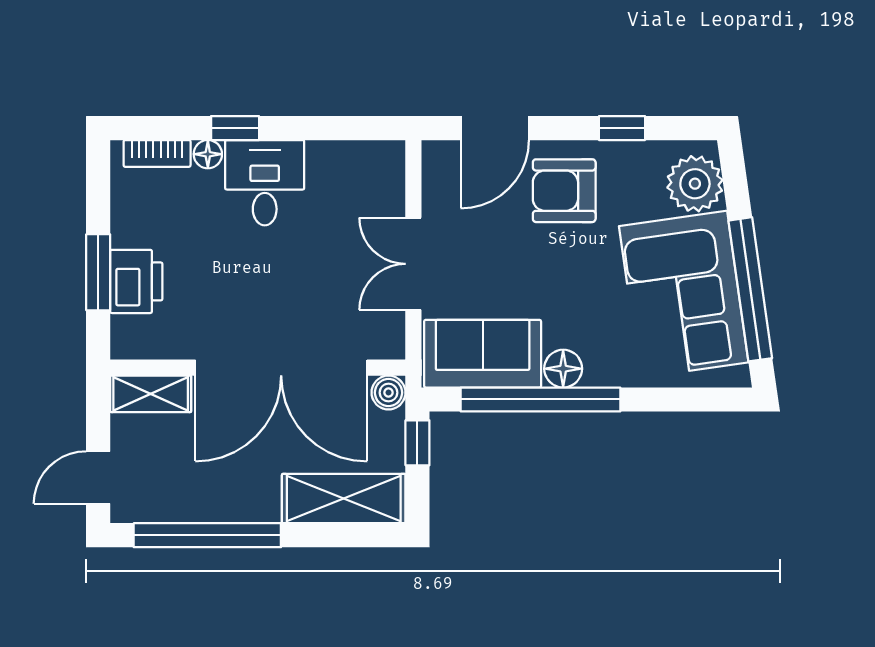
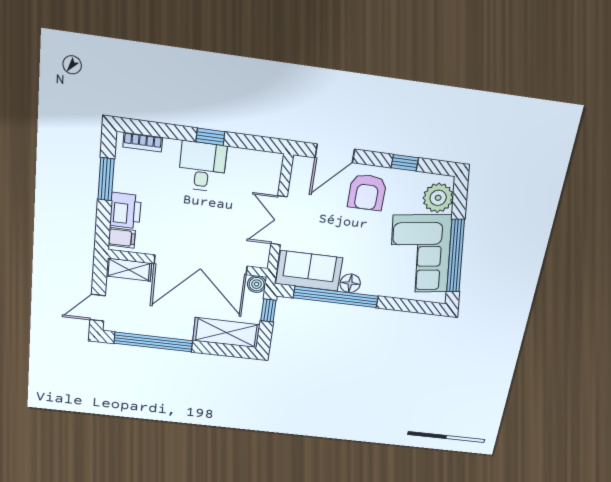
window: (235, 128) -> (210, 137), moved
floor lamp: (208, 154) -> (172, 146), removed
armchair: (564, 191) -> (367, 192), turned -90
window: (98, 272) -> (106, 179), moved
filing cabinet: (133, 334) -> (122, 238), added

